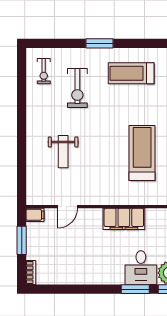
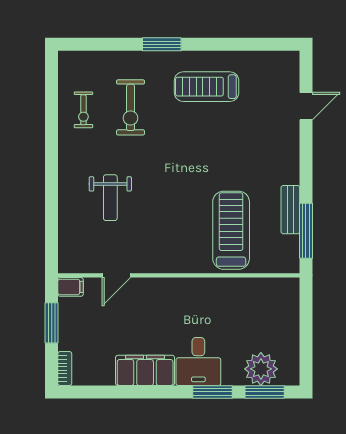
exercise bike: (44, 71) -> (83, 110), moved
treadmill: (142, 153) -> (231, 230), moved
filing cabinet: (124, 219) -> (145, 370), moved, turned 180
desk: (141, 268) -> (198, 362), moved

